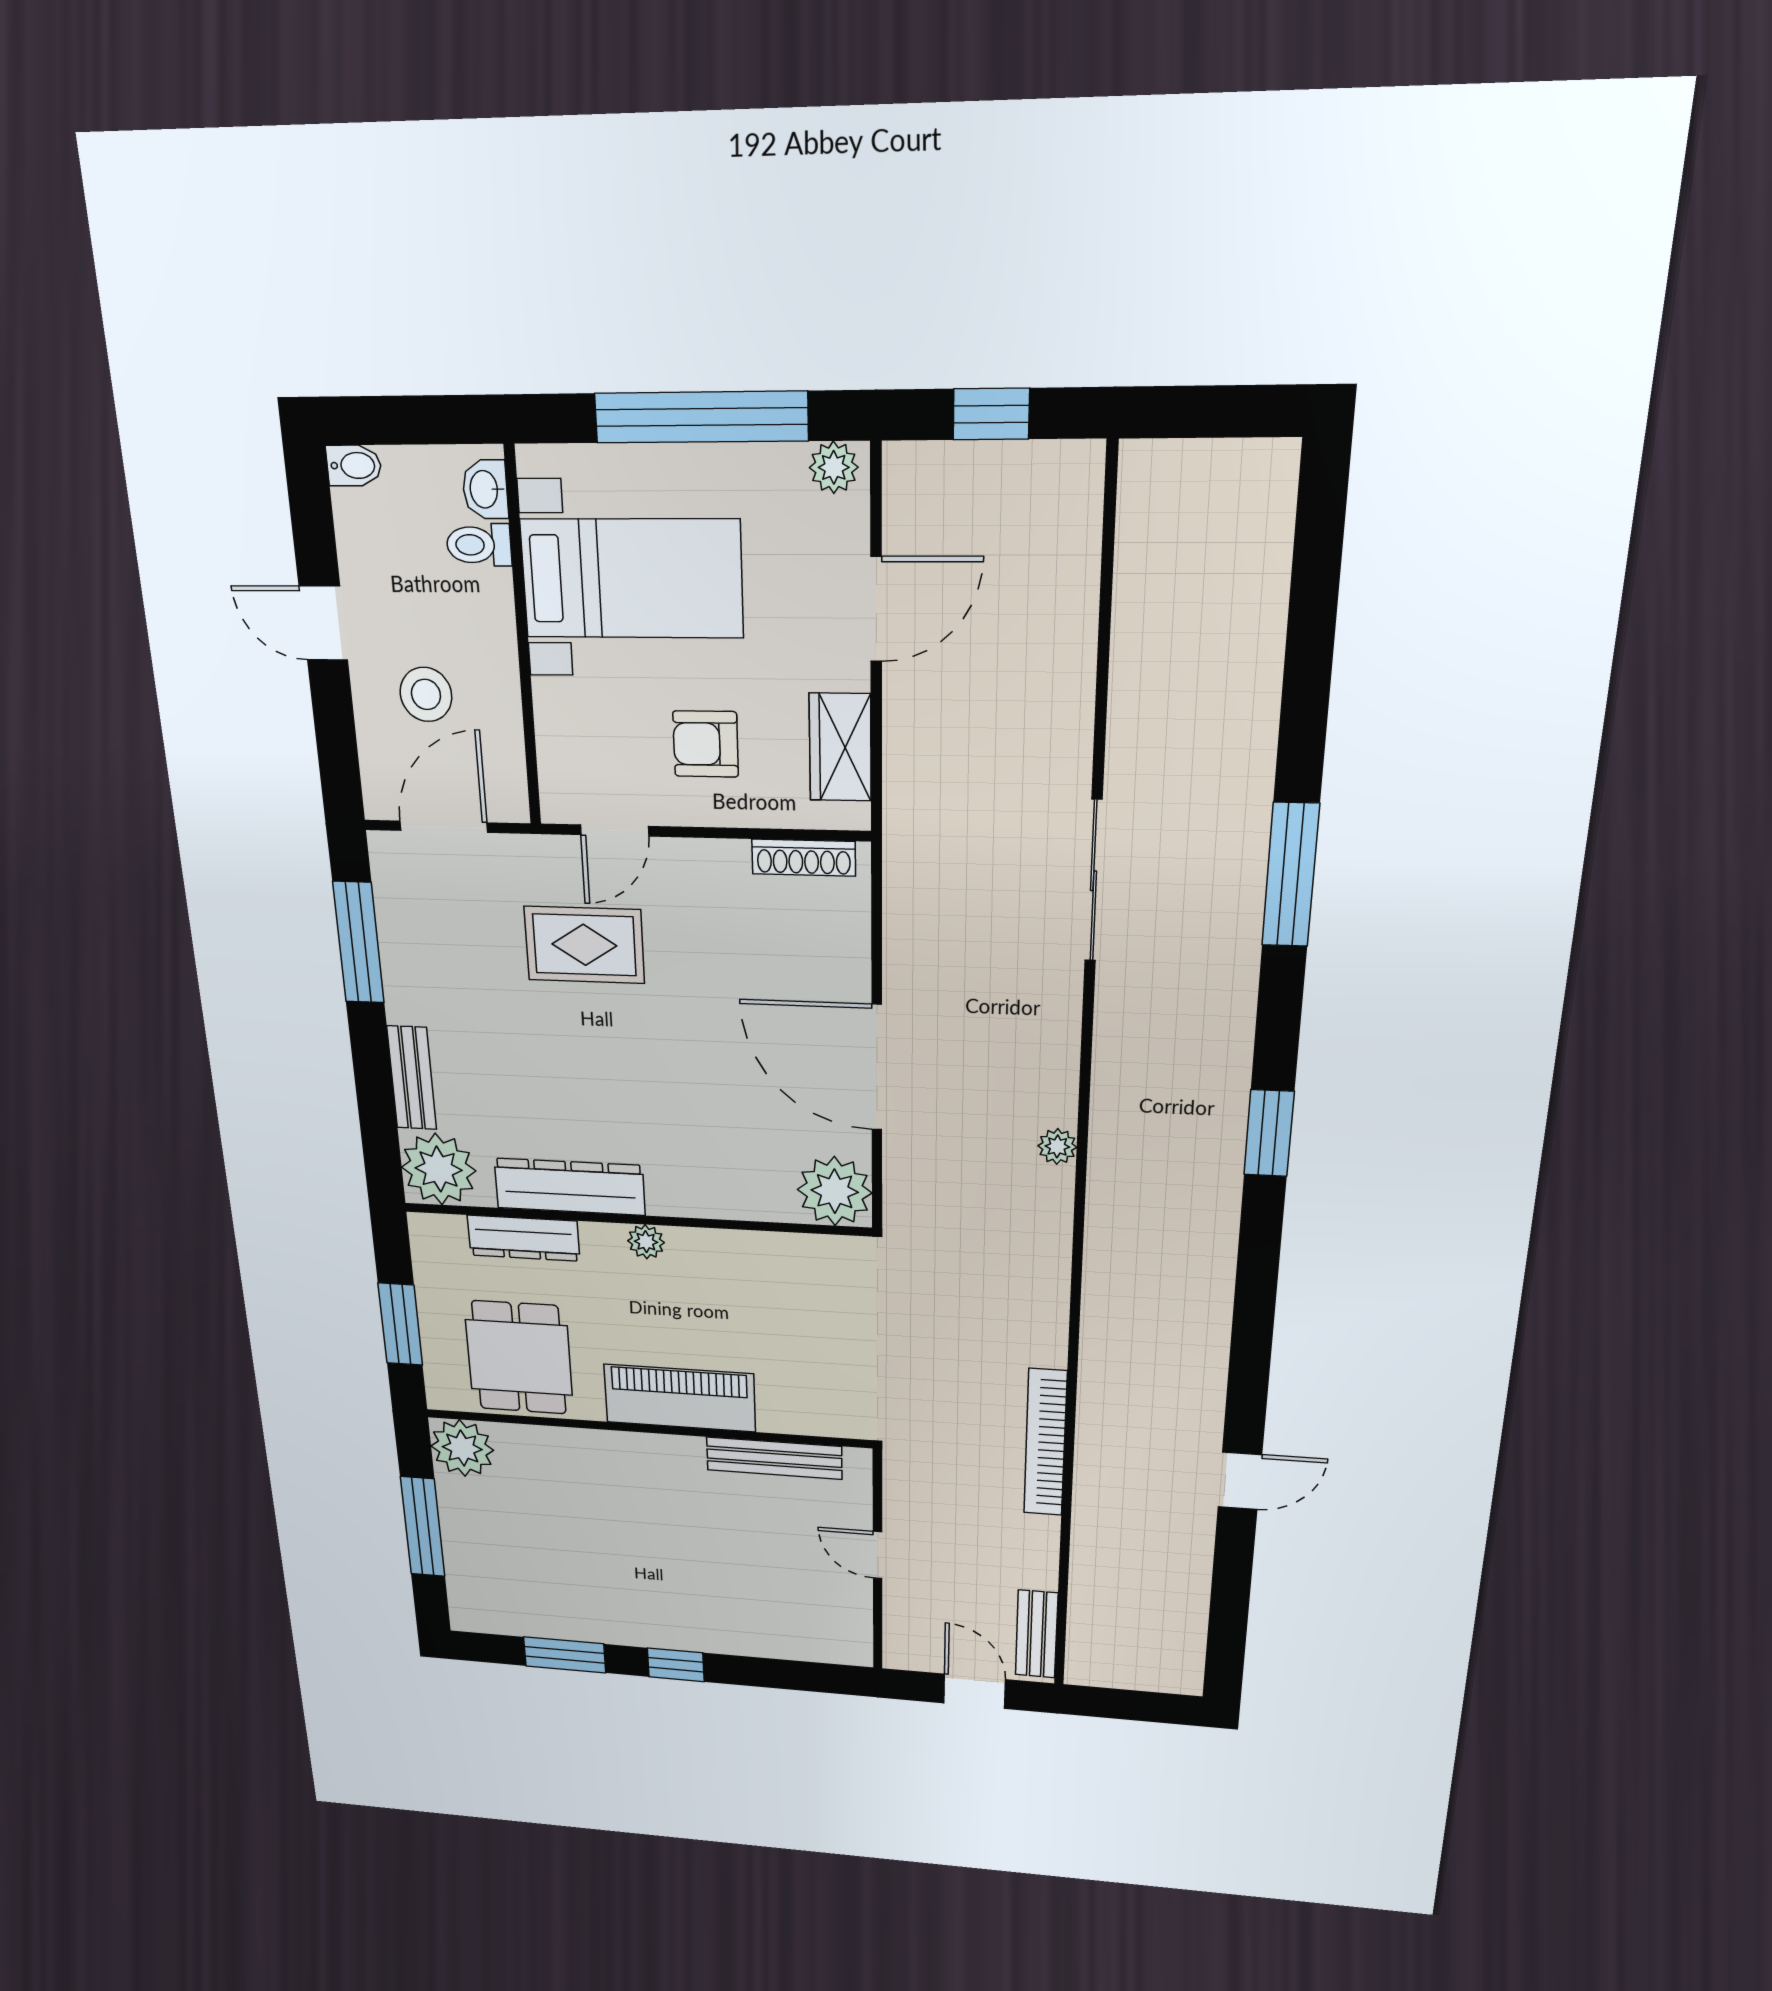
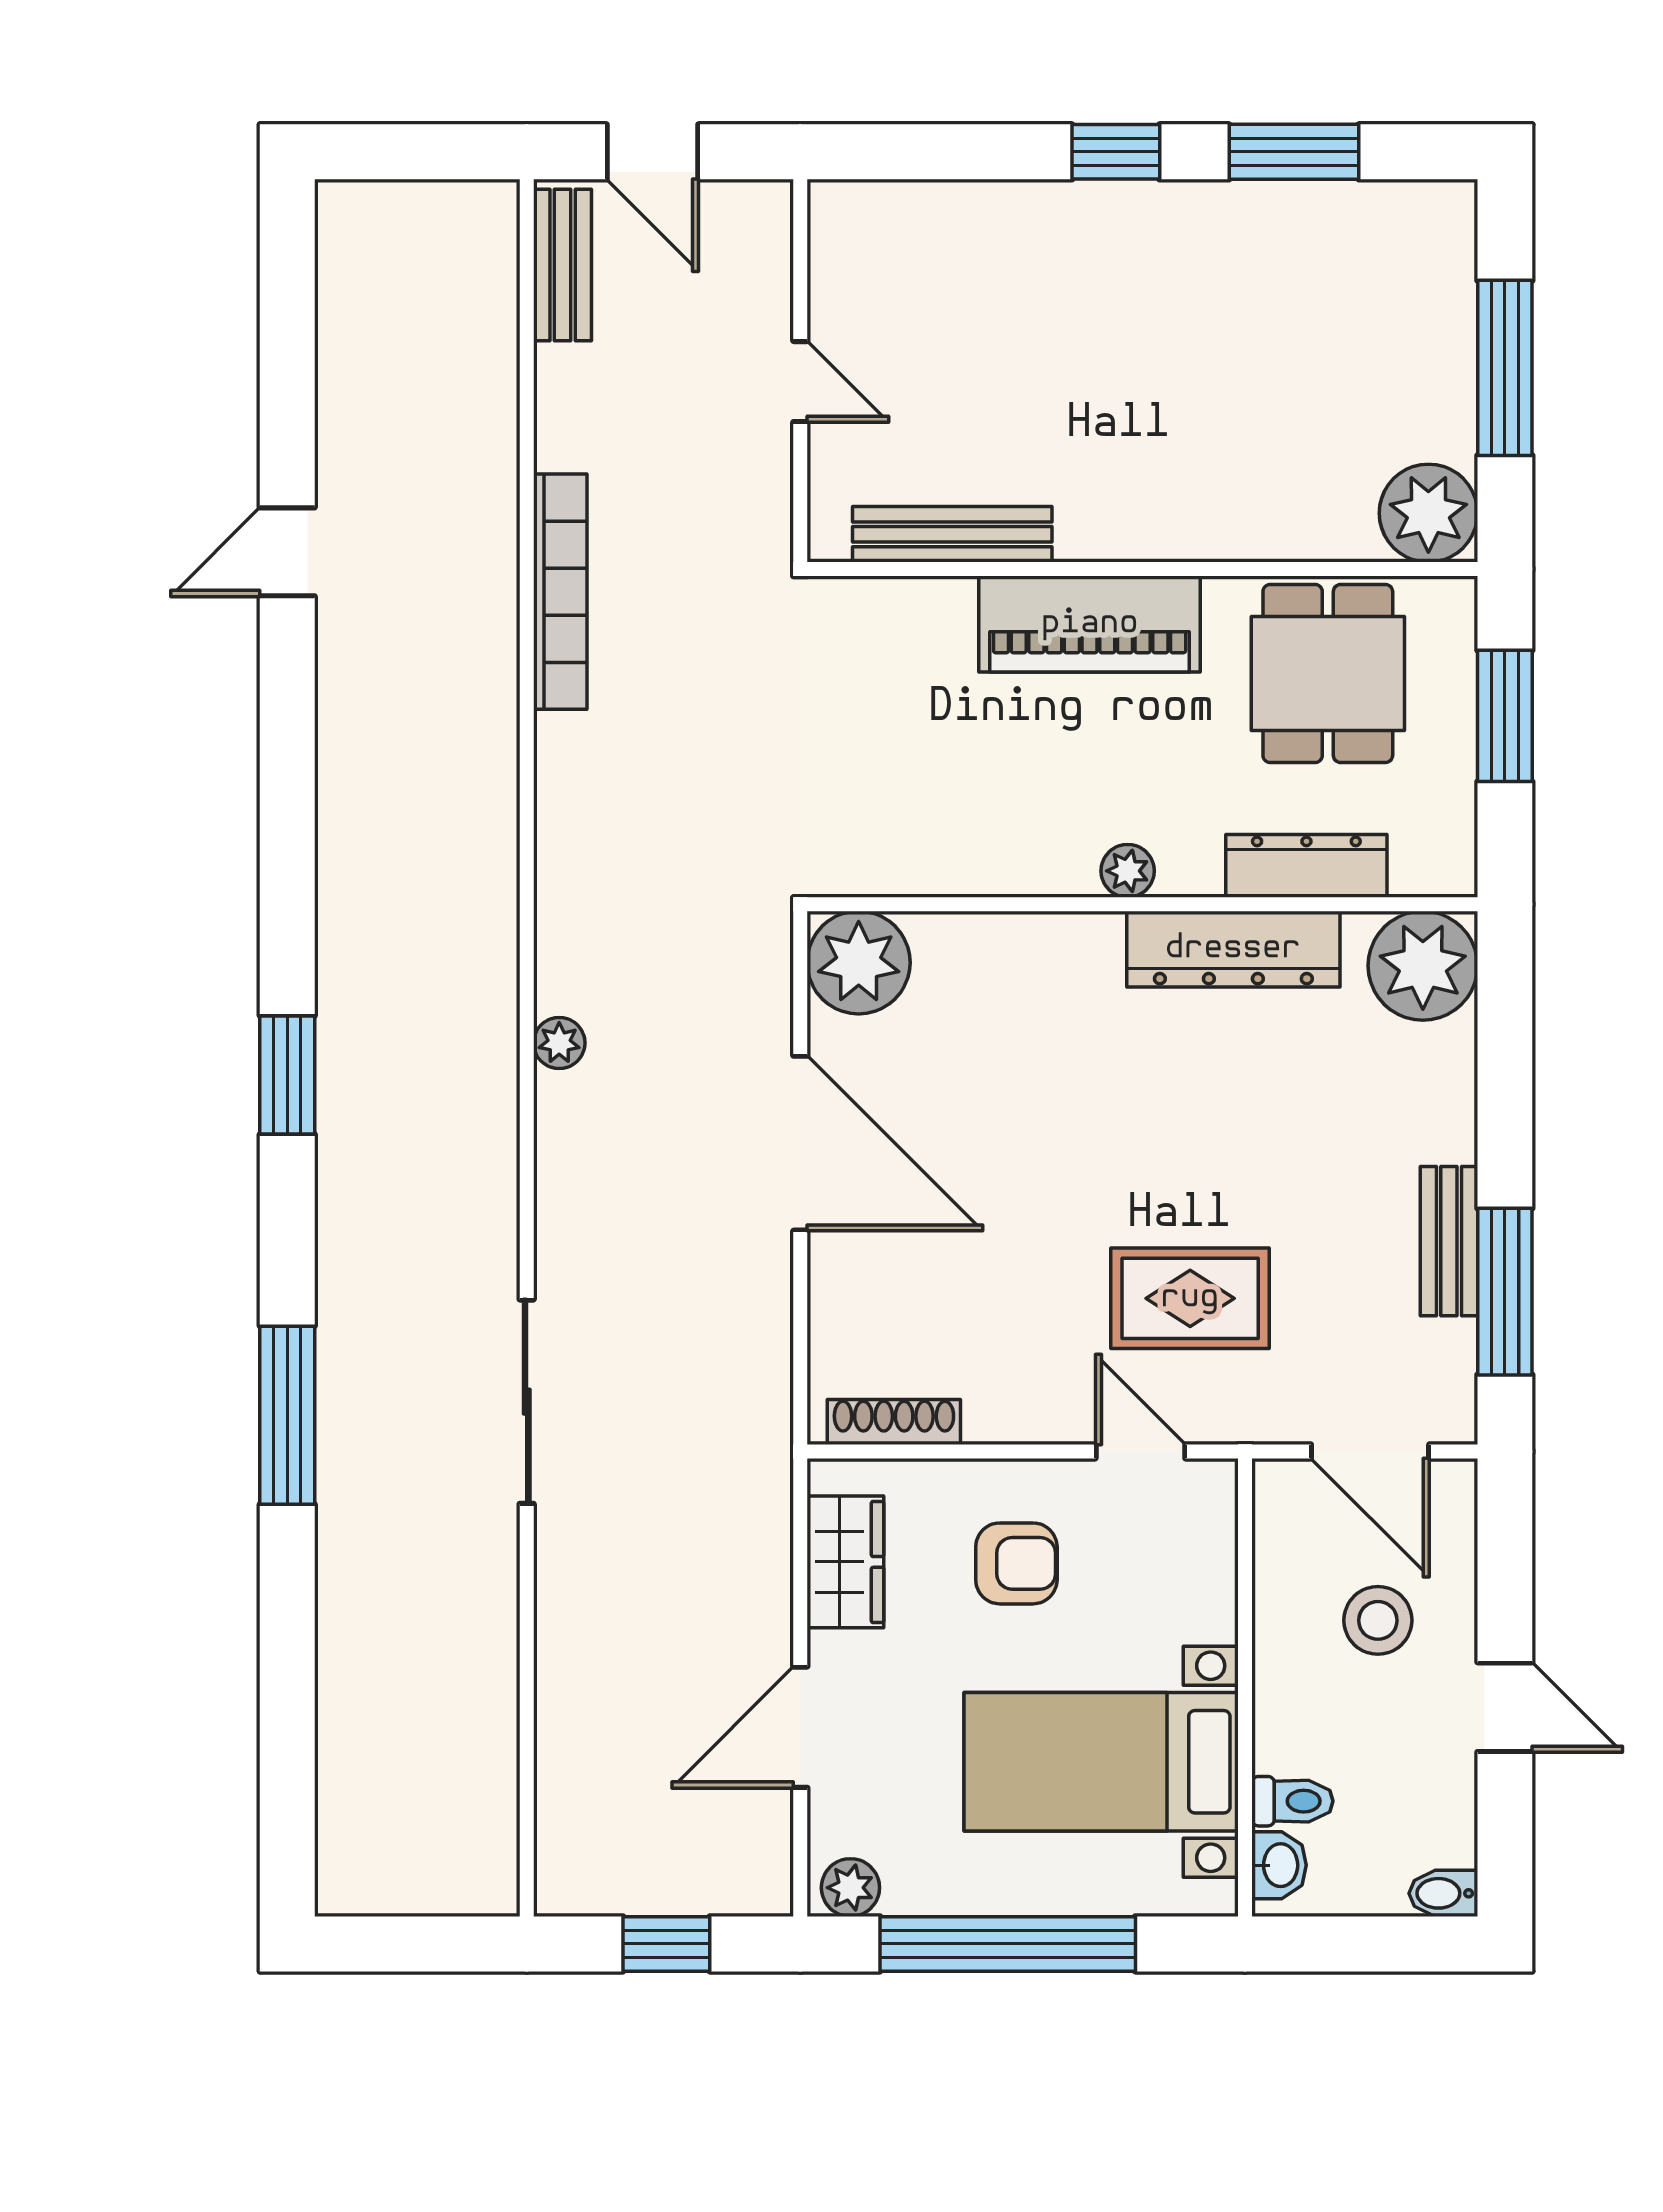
door: (444, 827) -> (1370, 1451), hinge flipped
door: (615, 831) -> (1140, 1451), hinge flipped
bench: (412, 1078) -> (1449, 1241), moved

